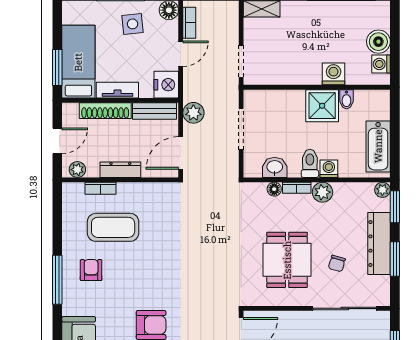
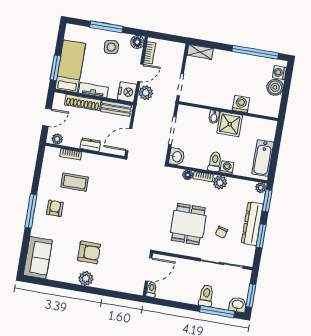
washing machine: (381, 64) -> (279, 73), moved
bidet: (346, 99) -> (214, 117), moved
plant: (193, 113) -> (146, 93), moved
washbasin: (275, 167) -> (177, 157), moved, turned 90
dresser: (120, 170) -> (90, 145), width x0.70
coffee table: (113, 227) -> (75, 182), width x0.73, depth x0.76

